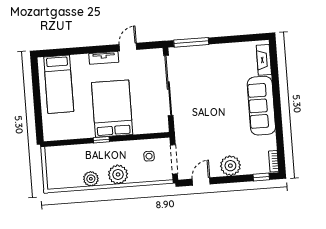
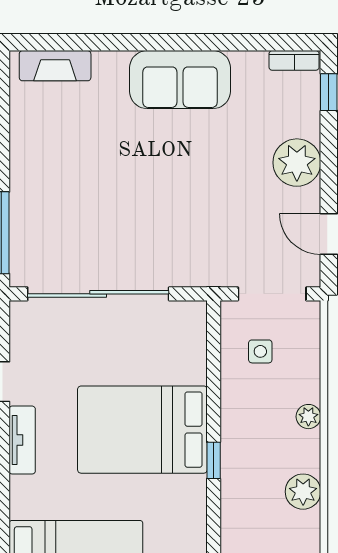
sofa: (261, 106) -> (180, 80), width x0.73
plant: (118, 174) -> (308, 417), width x0.53, depth x0.53

